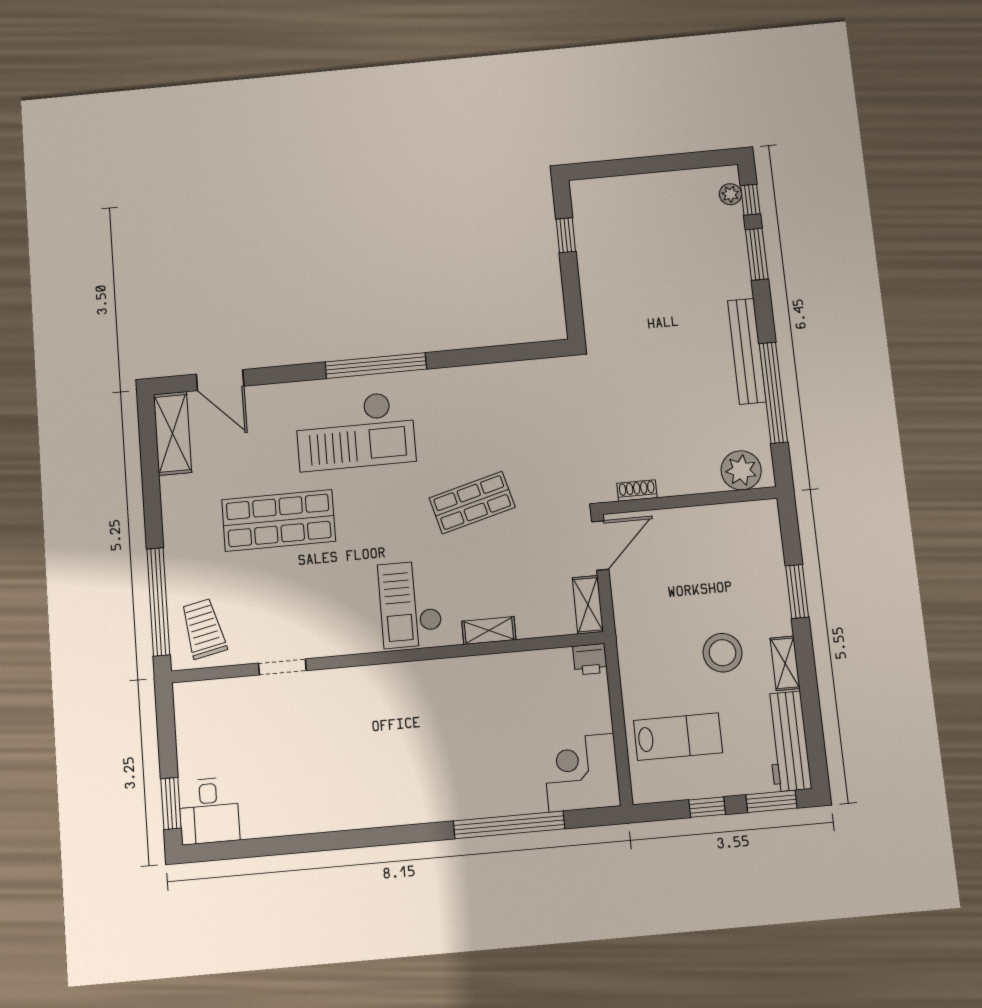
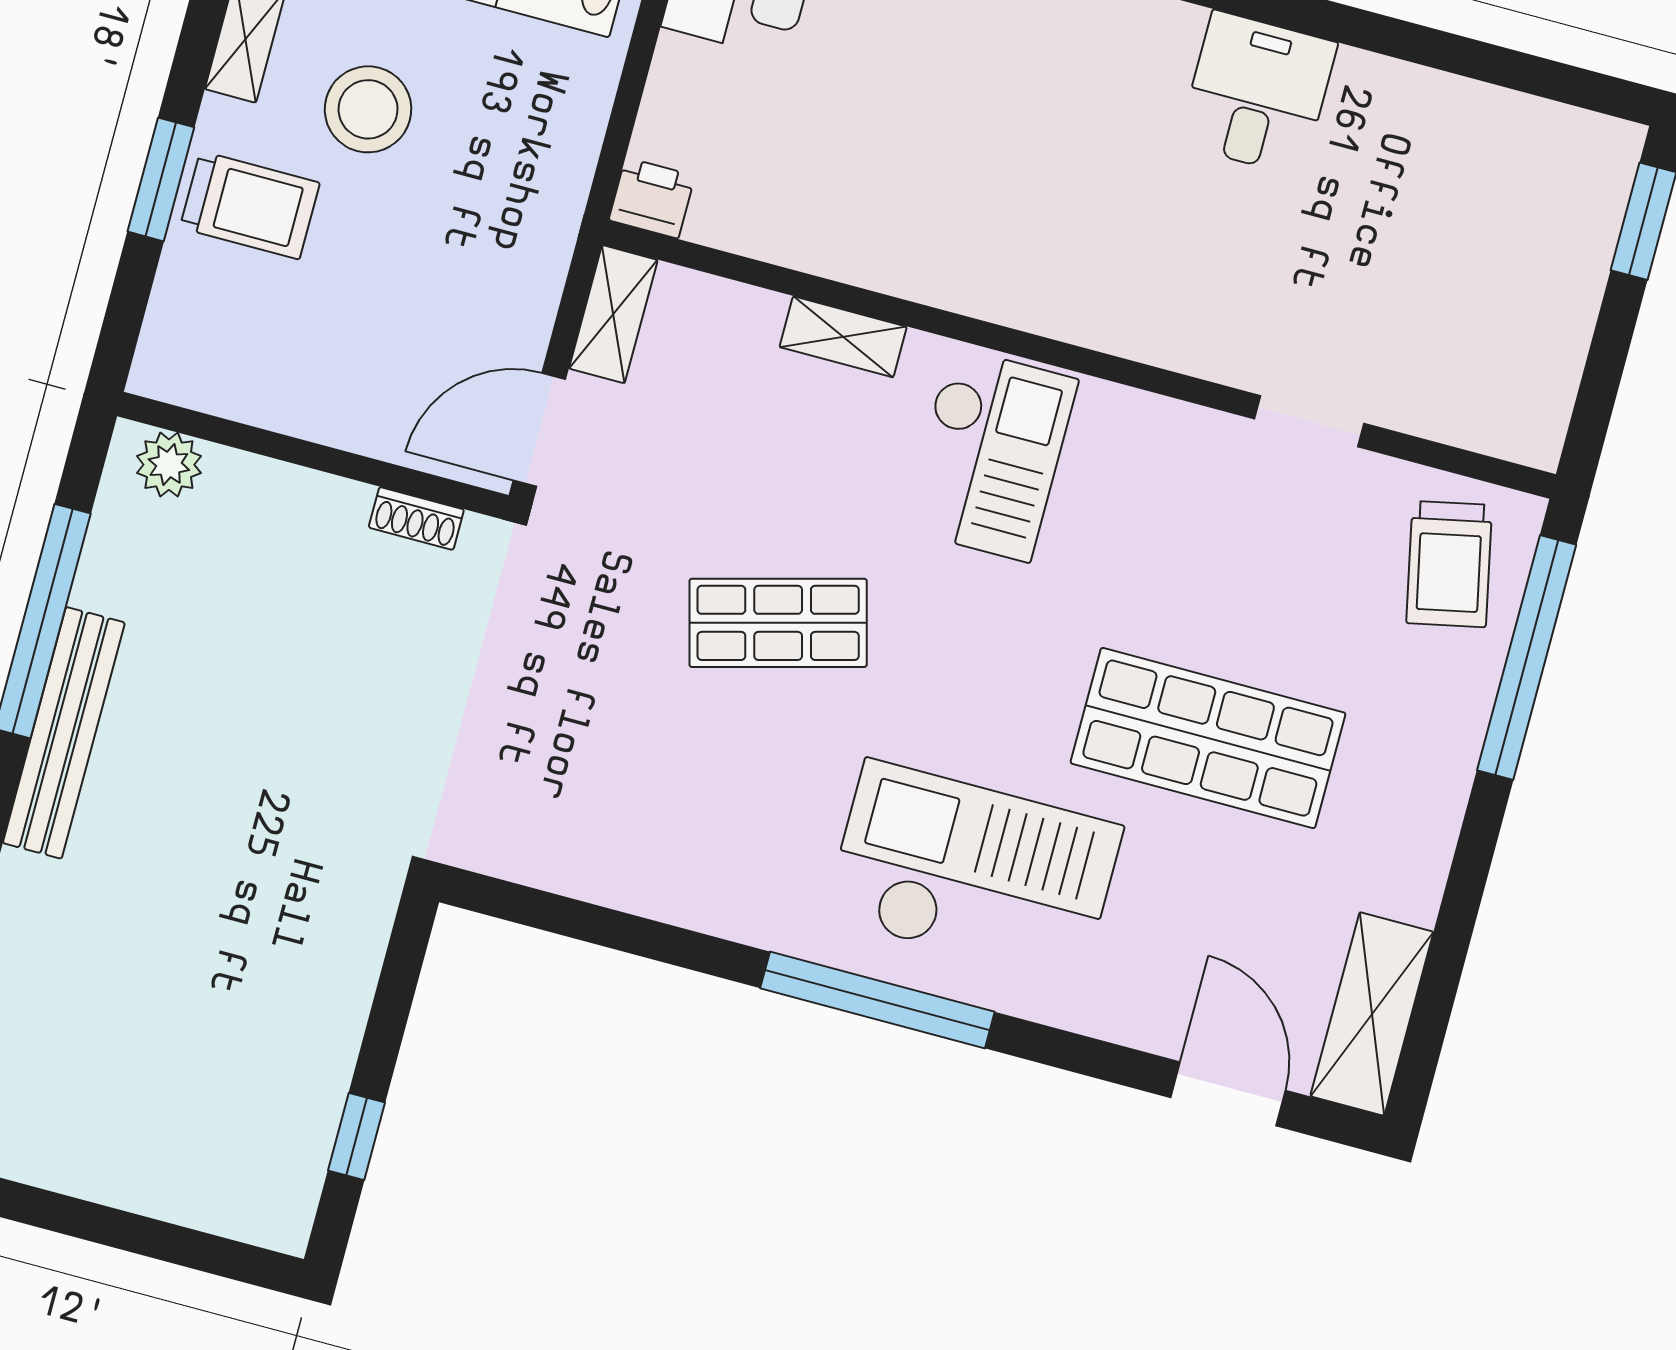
plant: (741, 470) -> (169, 465), width x0.73, depth x0.73
trolley: (756, 594) -> (250, 205), added
desk: (209, 811) -> (1258, 93), moved

